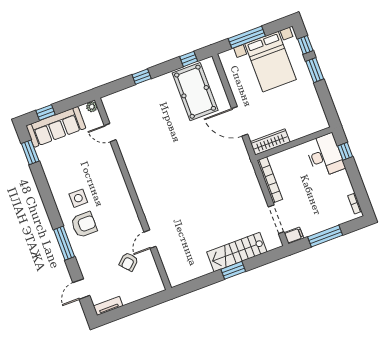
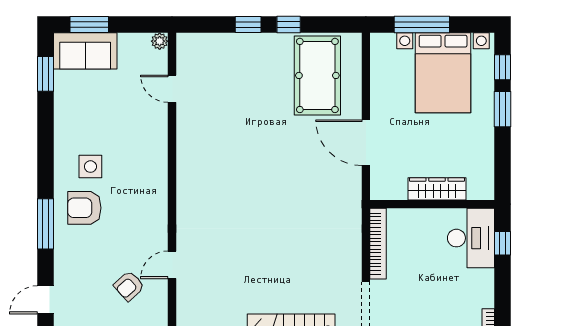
window: (189, 59) -> (289, 25), moved
window: (46, 113) -> (89, 25), width x1.50
sofa: (56, 127) -> (85, 51), width x0.73
wardrobe: (270, 142) -> (437, 189), moved
armchair: (84, 225) -> (84, 208), turned 180

